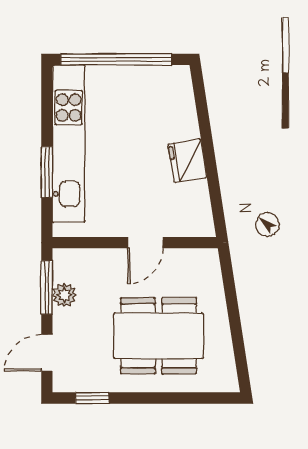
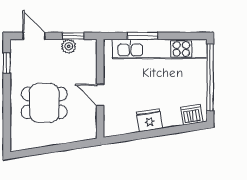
dishwasher: (178, 90) -> (192, 115), added
window: (47, 288) -> (73, 36), width x0.67
dining table: (159, 336) -> (44, 103), width x0.73

